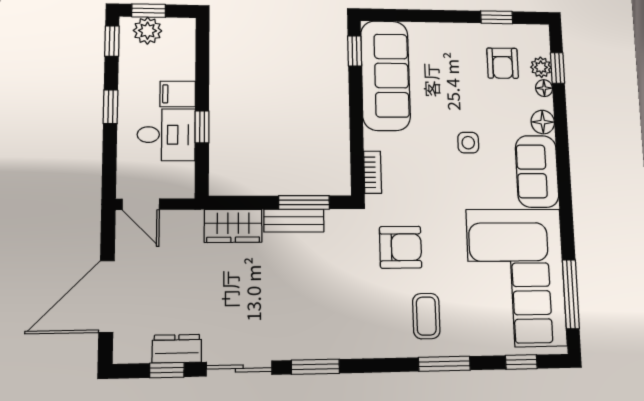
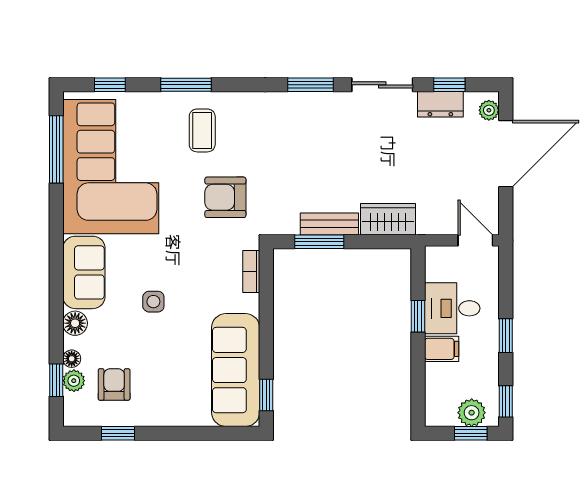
plant: (124, 343) -> (489, 110), added

